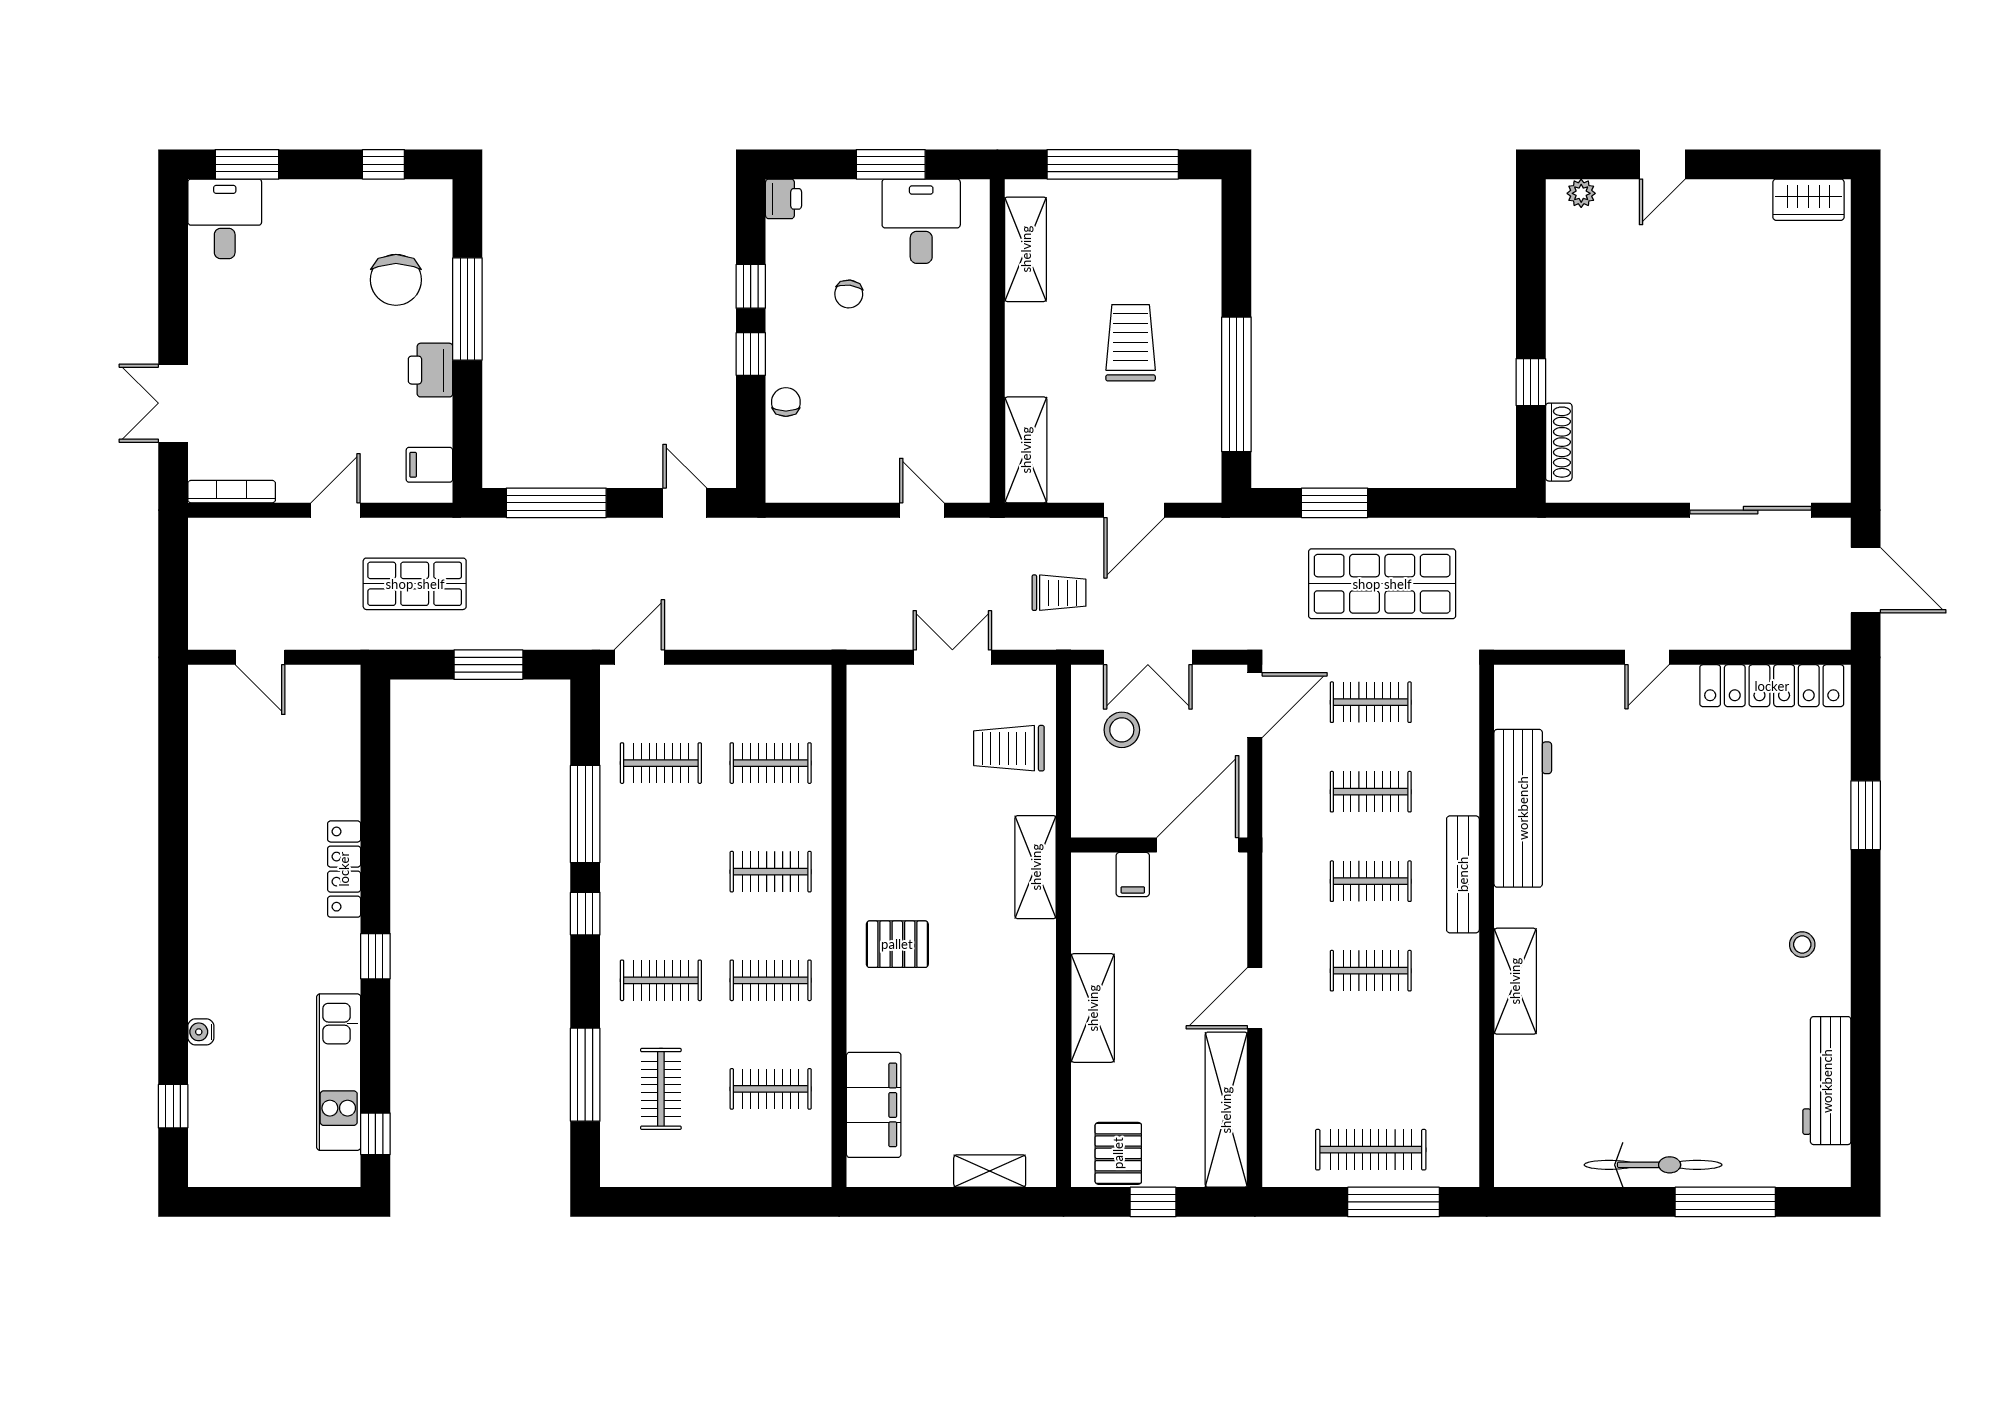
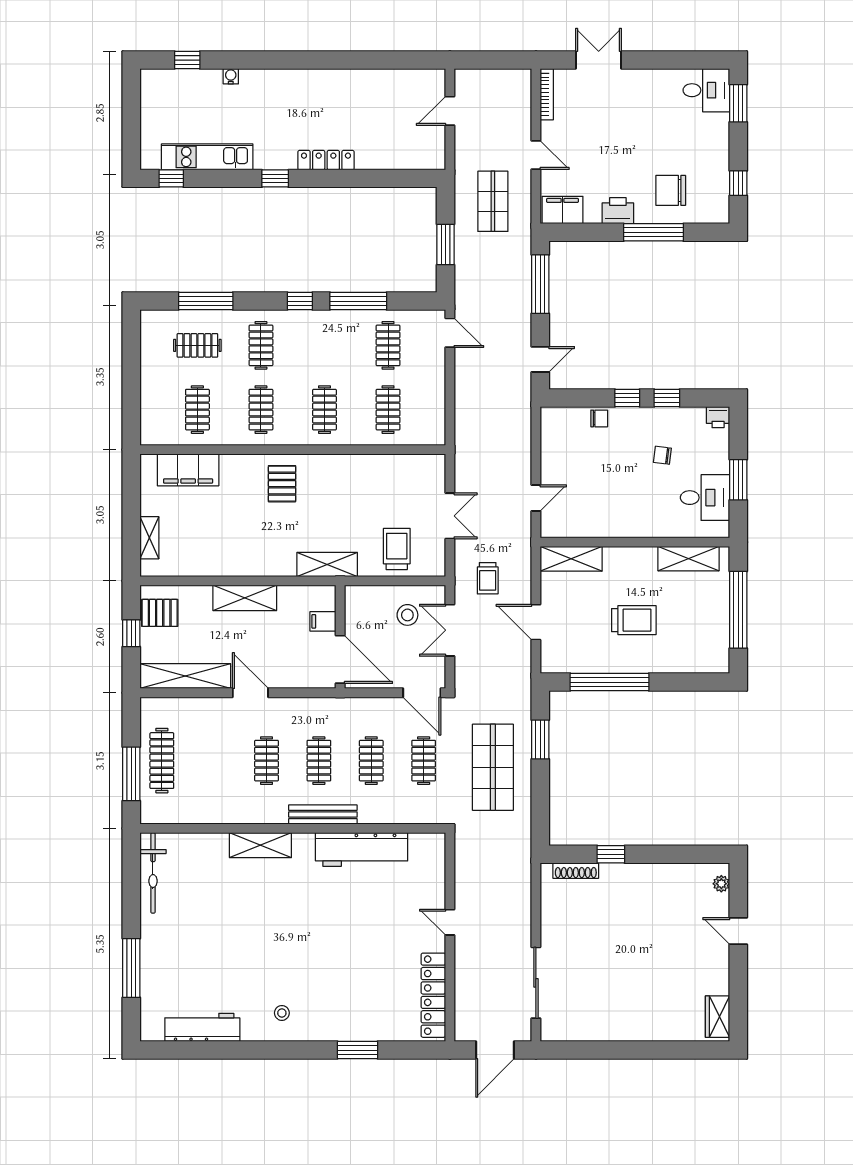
filing cabinet: (429, 465) -> (563, 210), width x2.00
bicycle: (1653, 1165) -> (153, 873), moved

